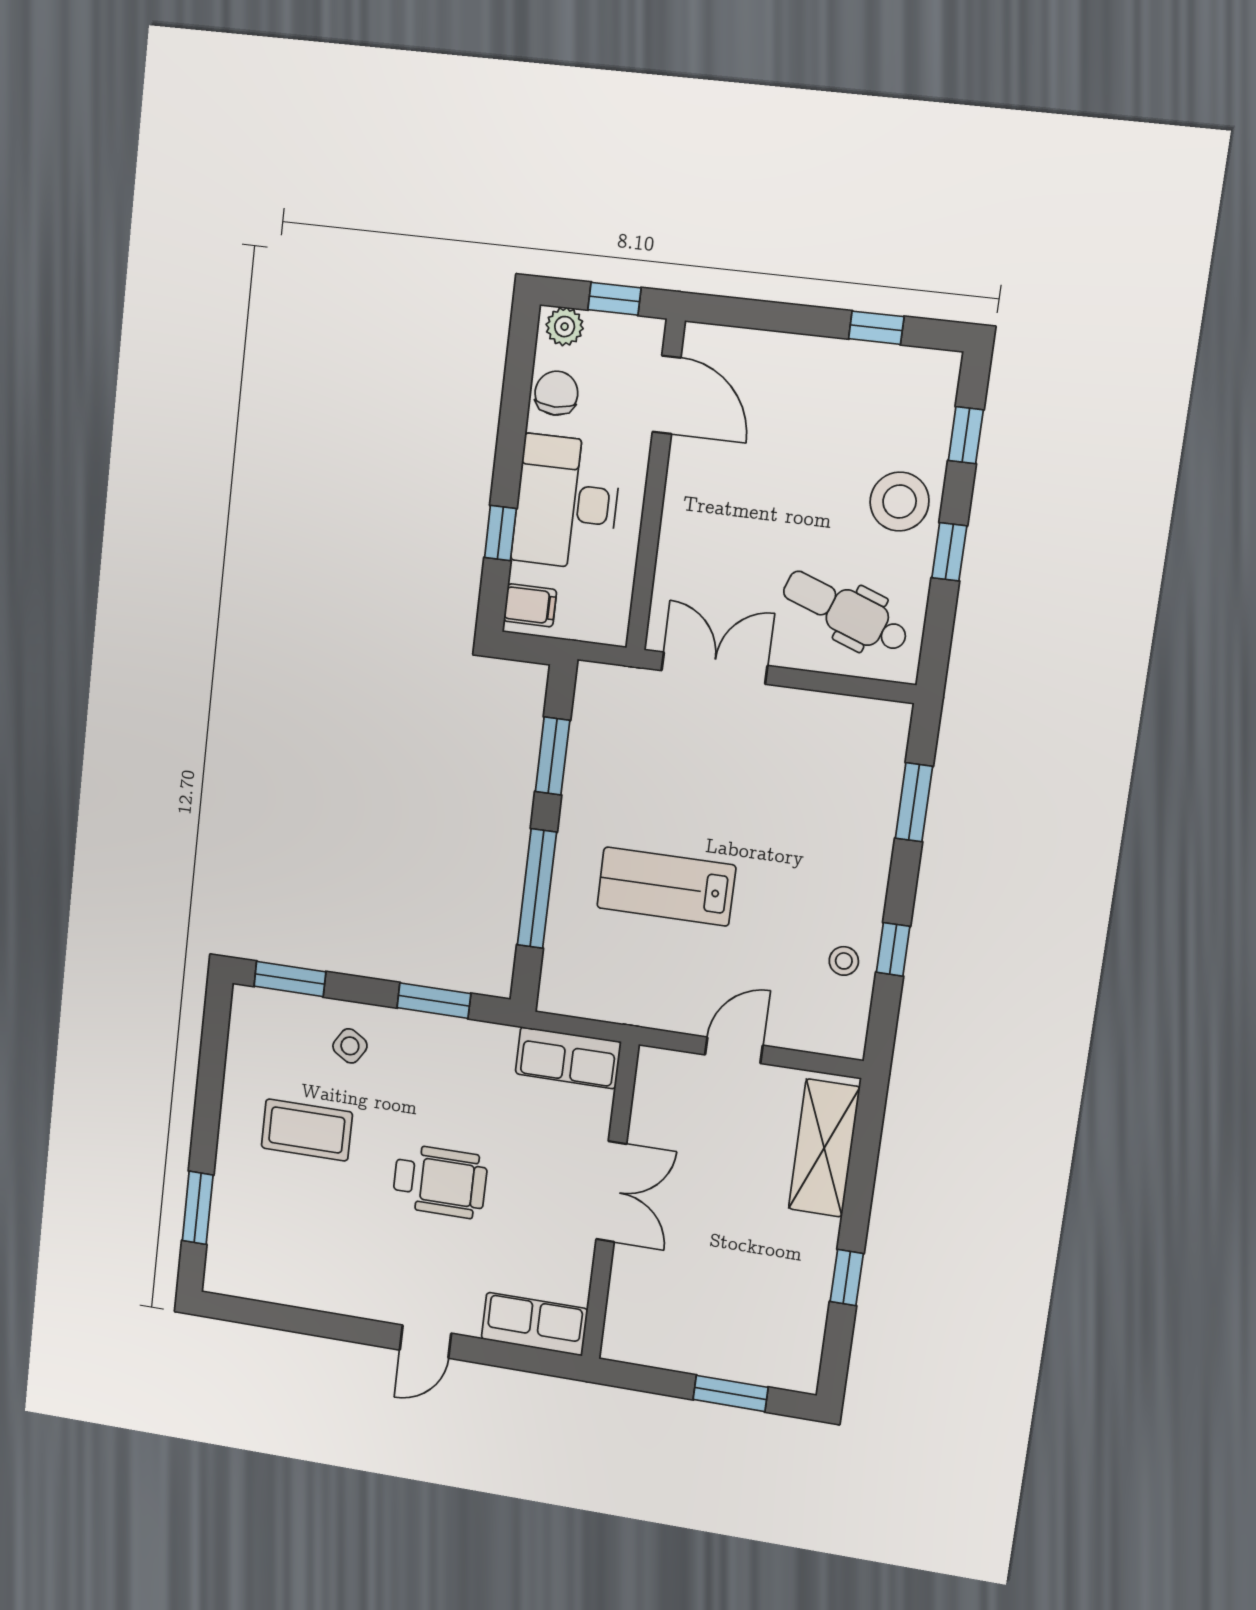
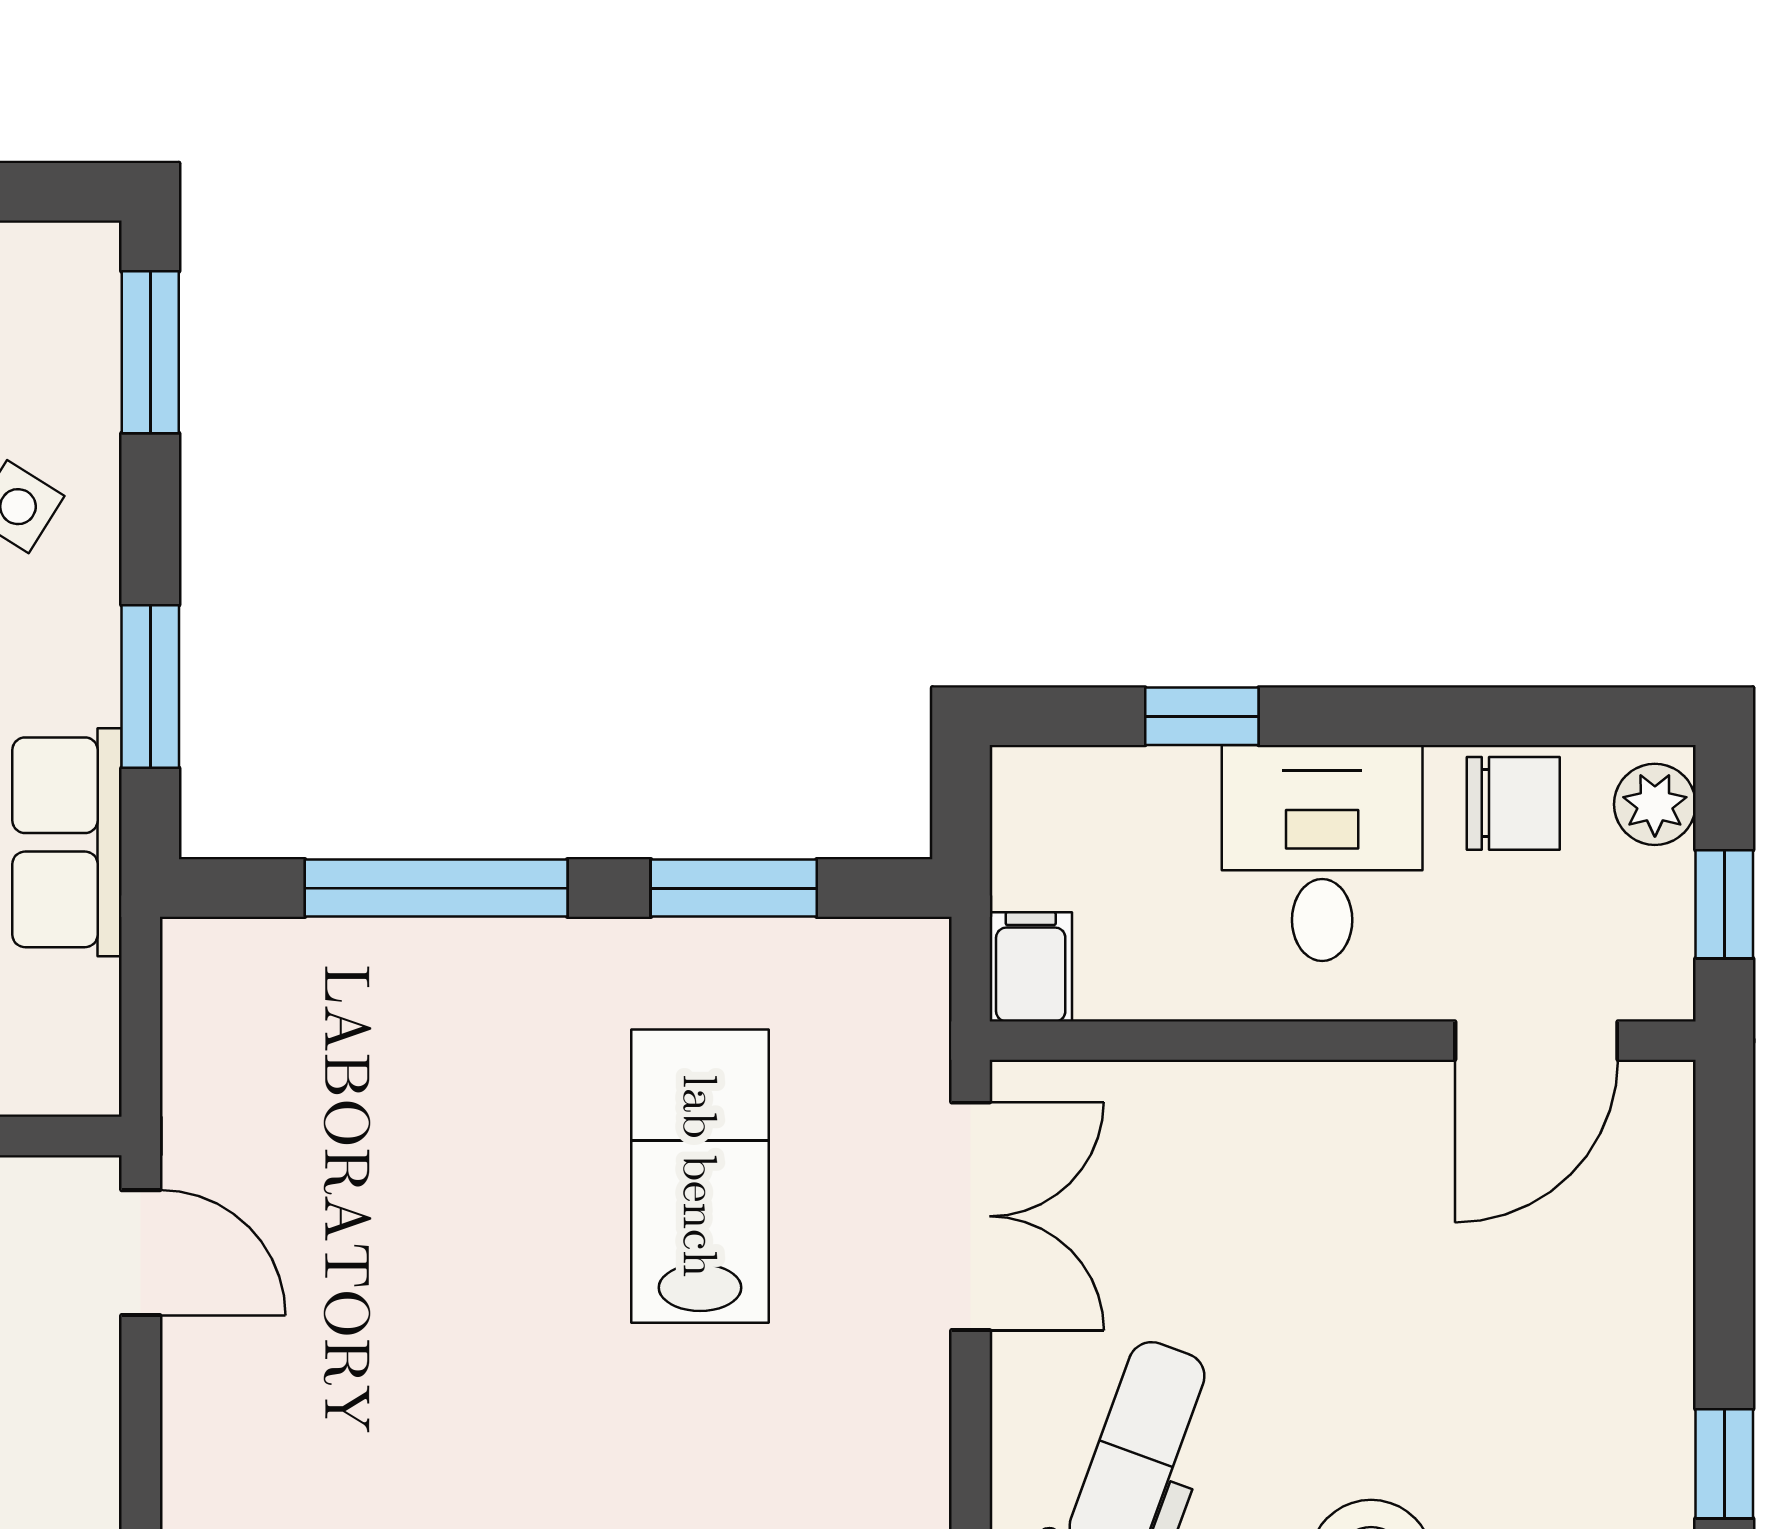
desk: (567, 502) -> (1322, 853), width x0.73
filing cabinet: (530, 605) -> (1031, 967), moved, turned 180
lab bench: (666, 887) -> (700, 1176), moved
door: (734, 1050) -> (141, 1253), moved
row of seats: (568, 1058) -> (67, 842), moved

